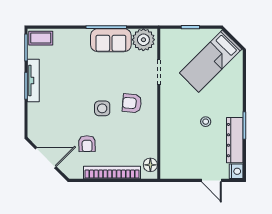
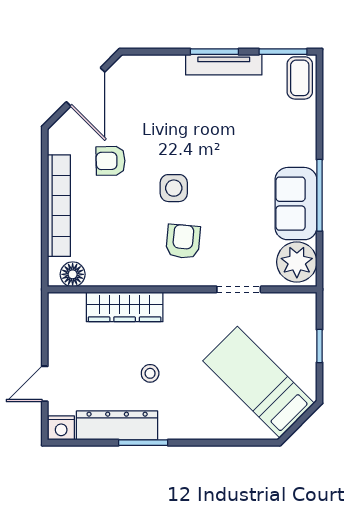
wardrobe: (169, 136) -> (125, 307), added

